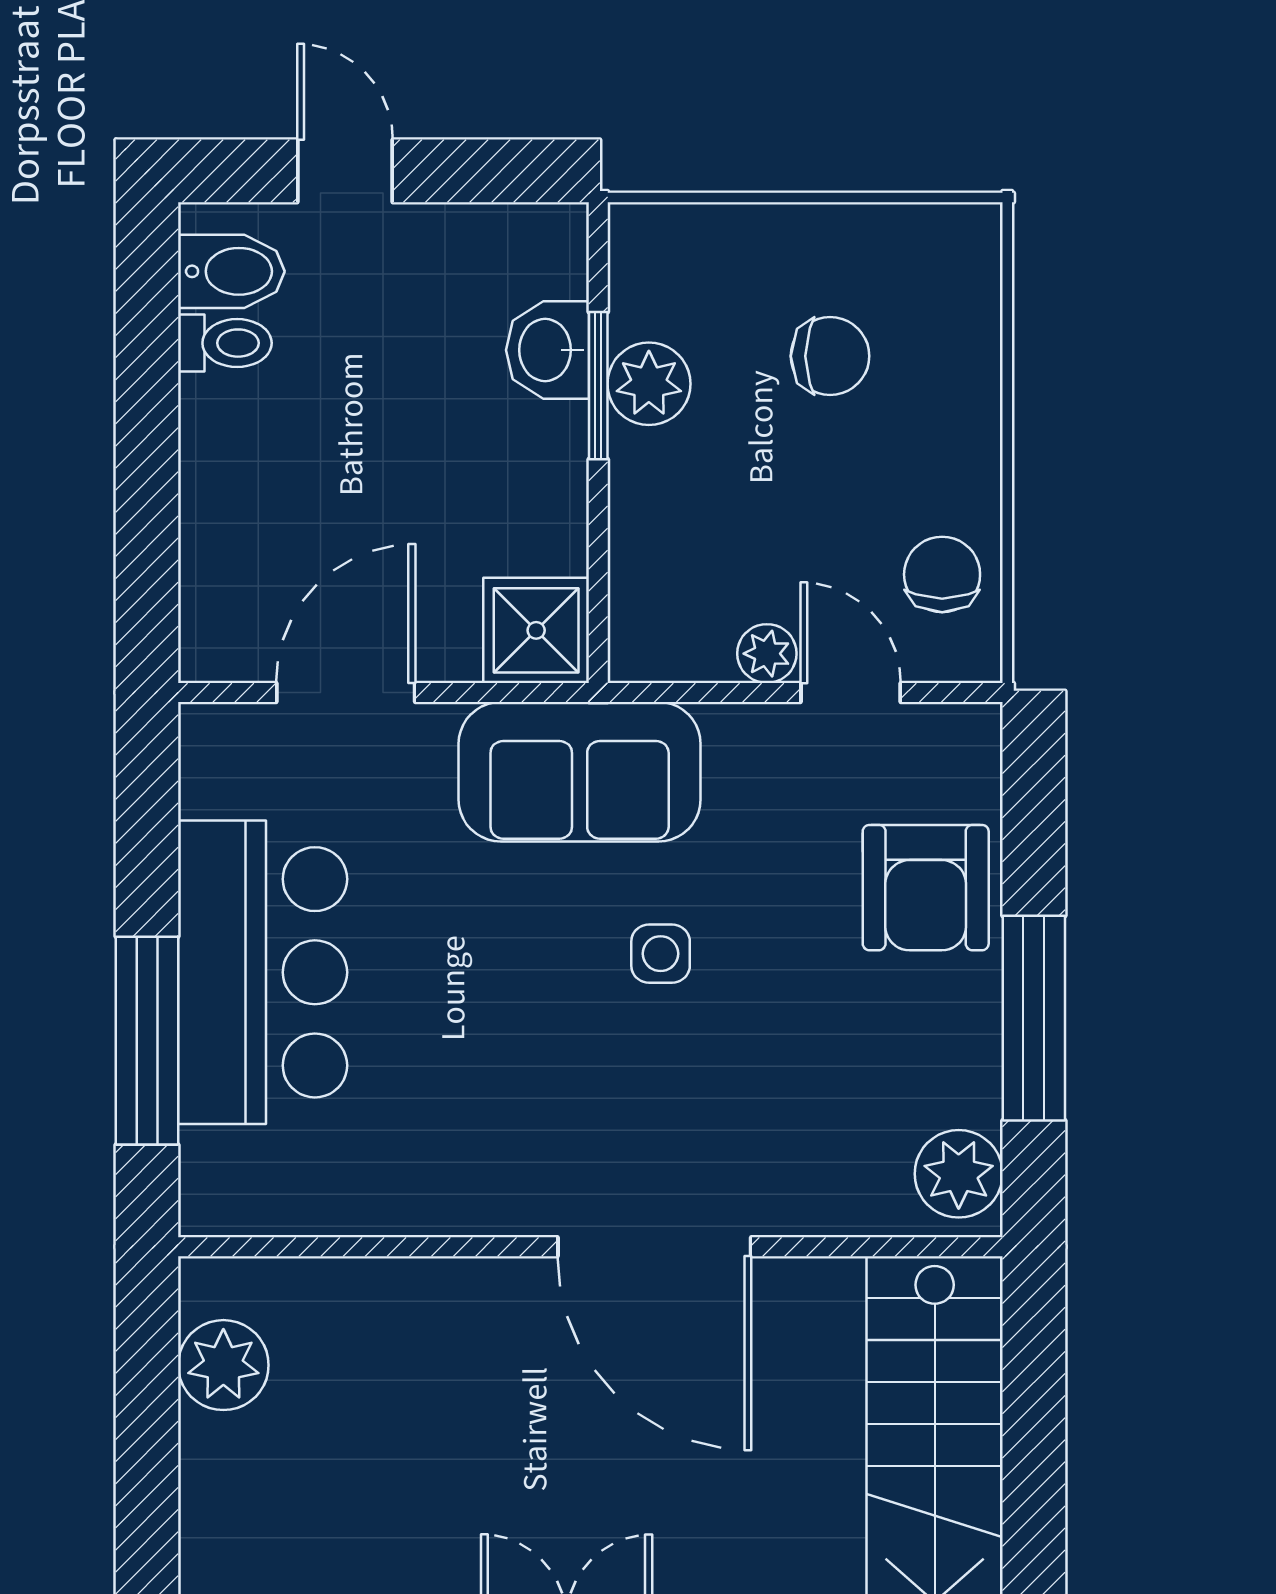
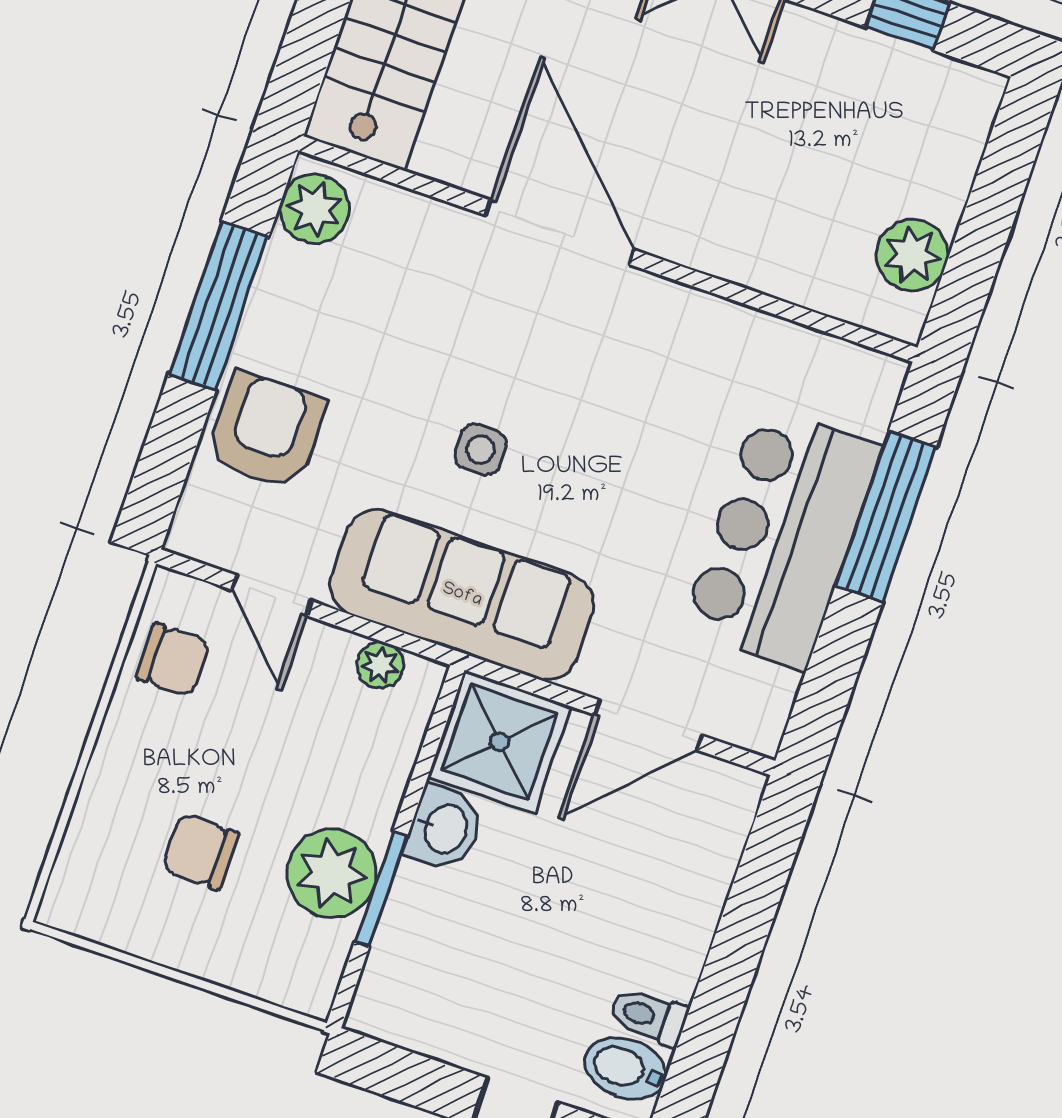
washbasin: (548, 350) -> (444, 828), moved
plant: (649, 384) -> (332, 873), width x1.36, depth x1.36
chair: (942, 574) -> (173, 660), turned -90
shower: (536, 630) -> (500, 742), width x1.36, depth x1.36
plant: (767, 654) -> (380, 665), moved
sofa: (580, 772) -> (462, 595), width x1.36

